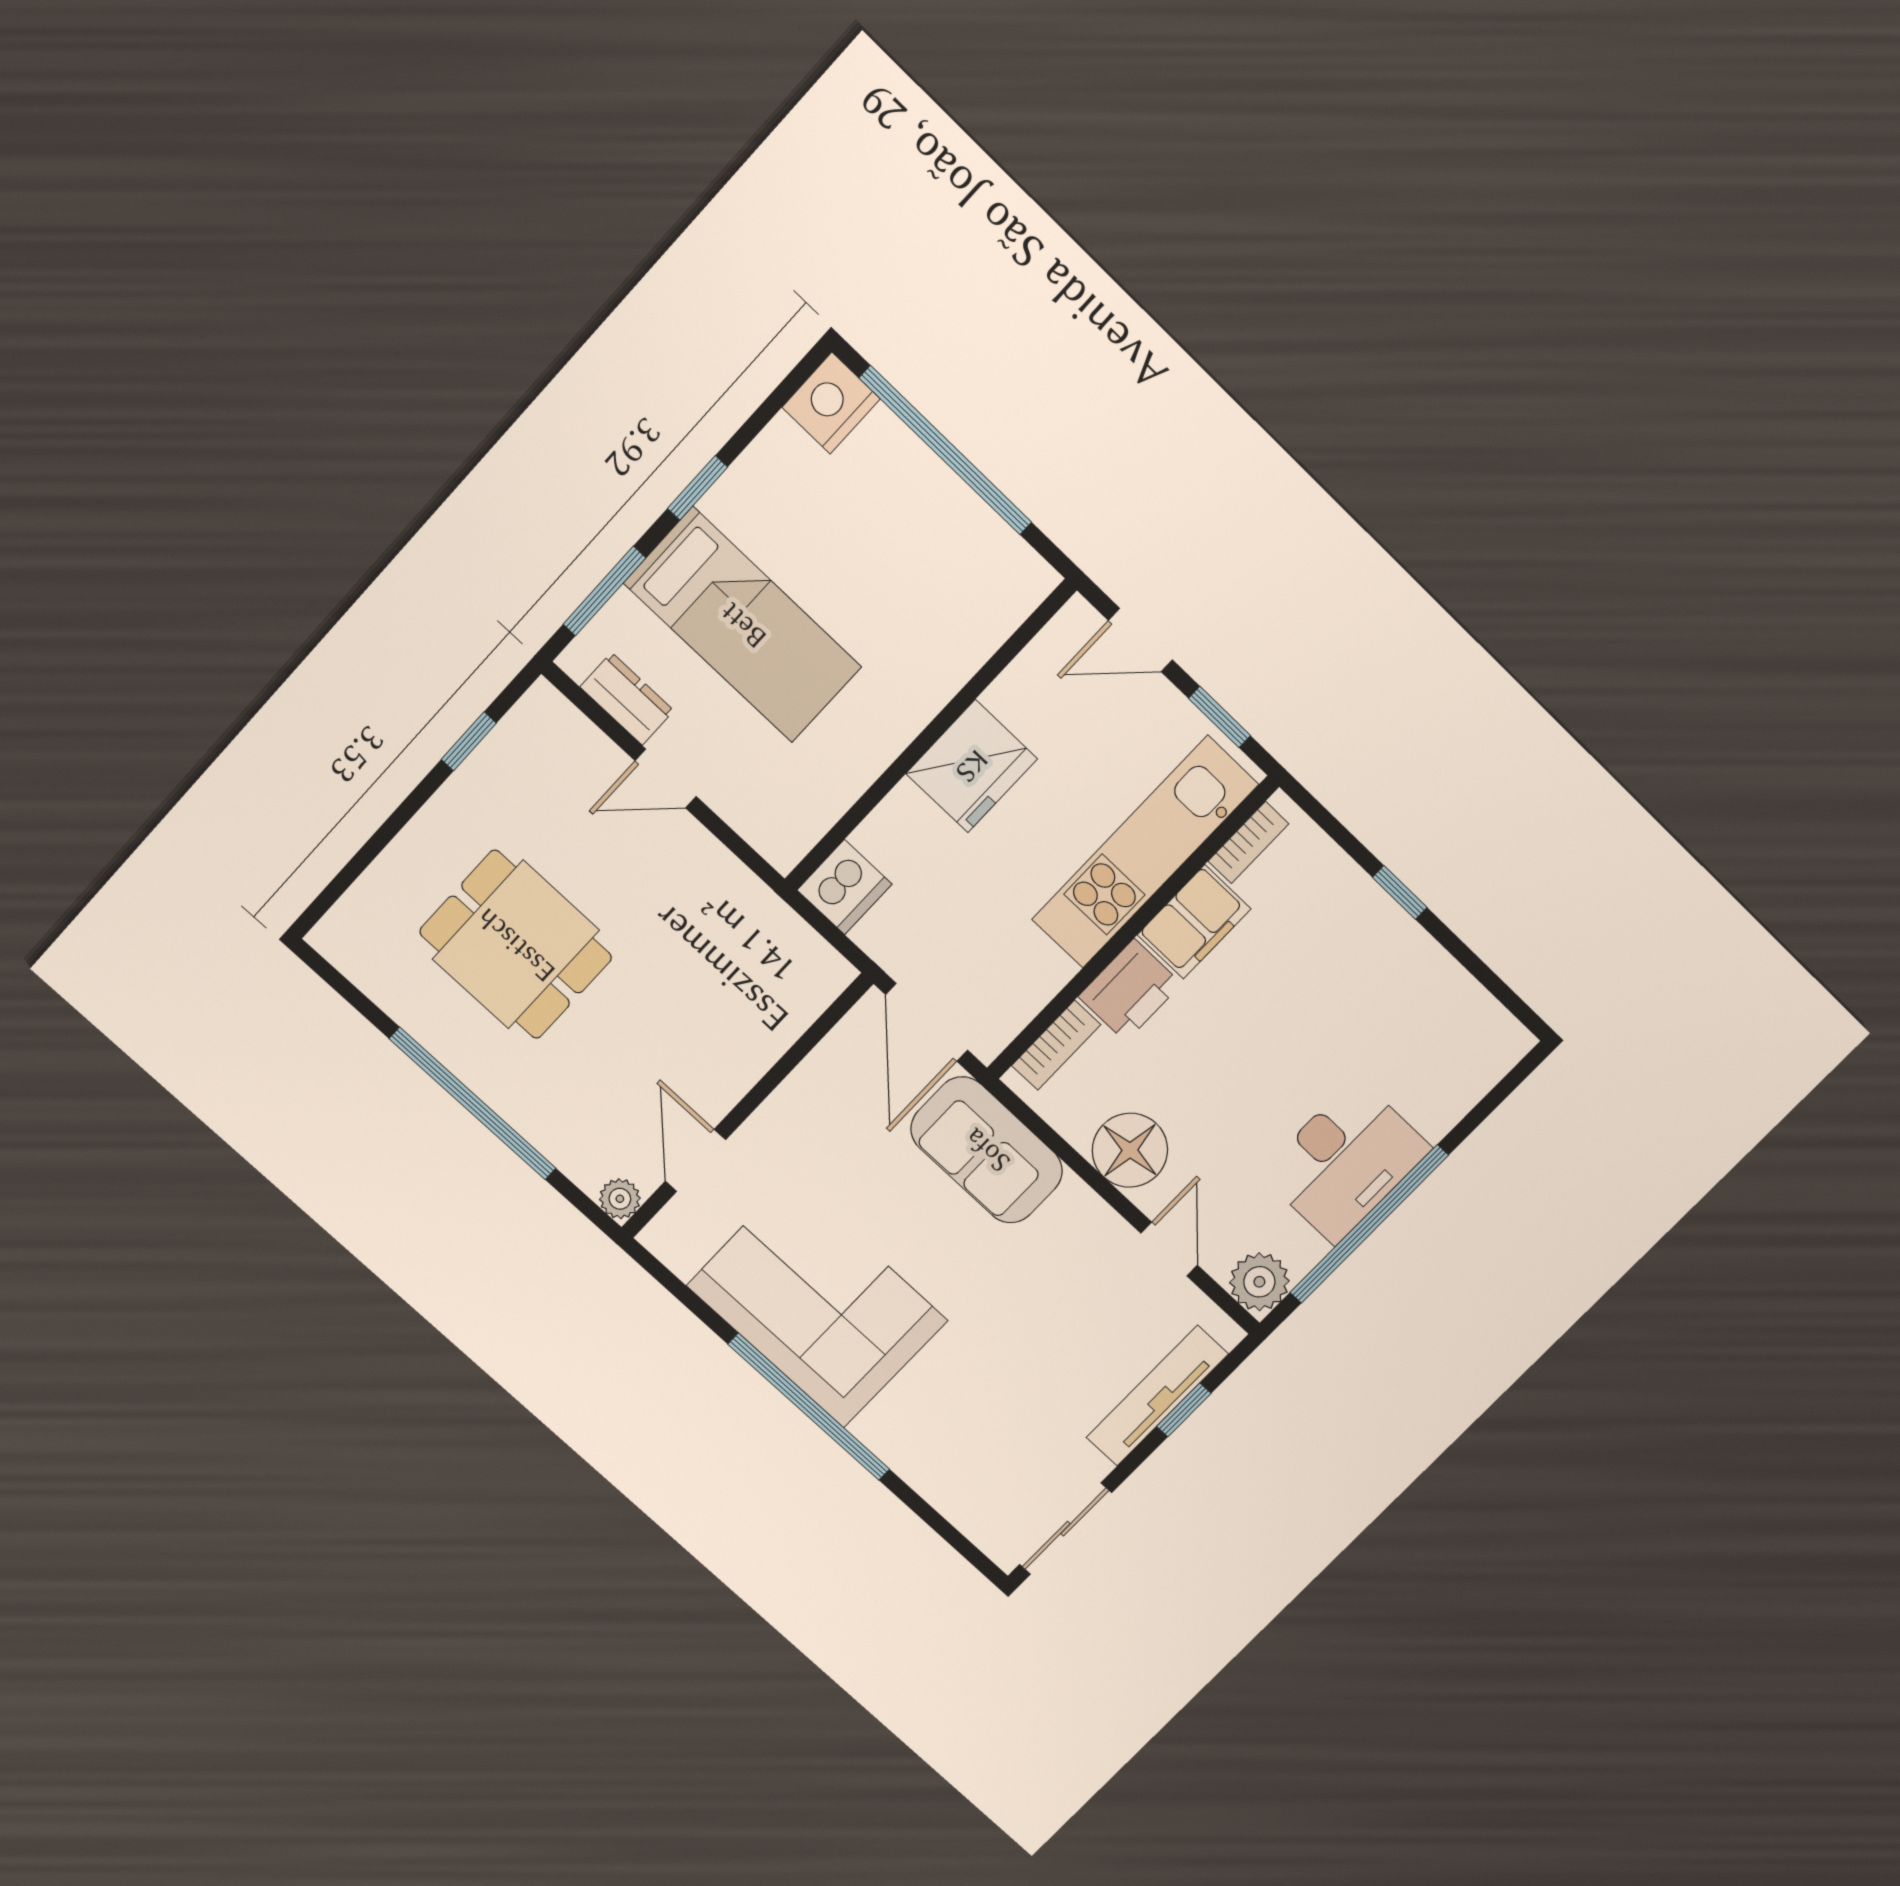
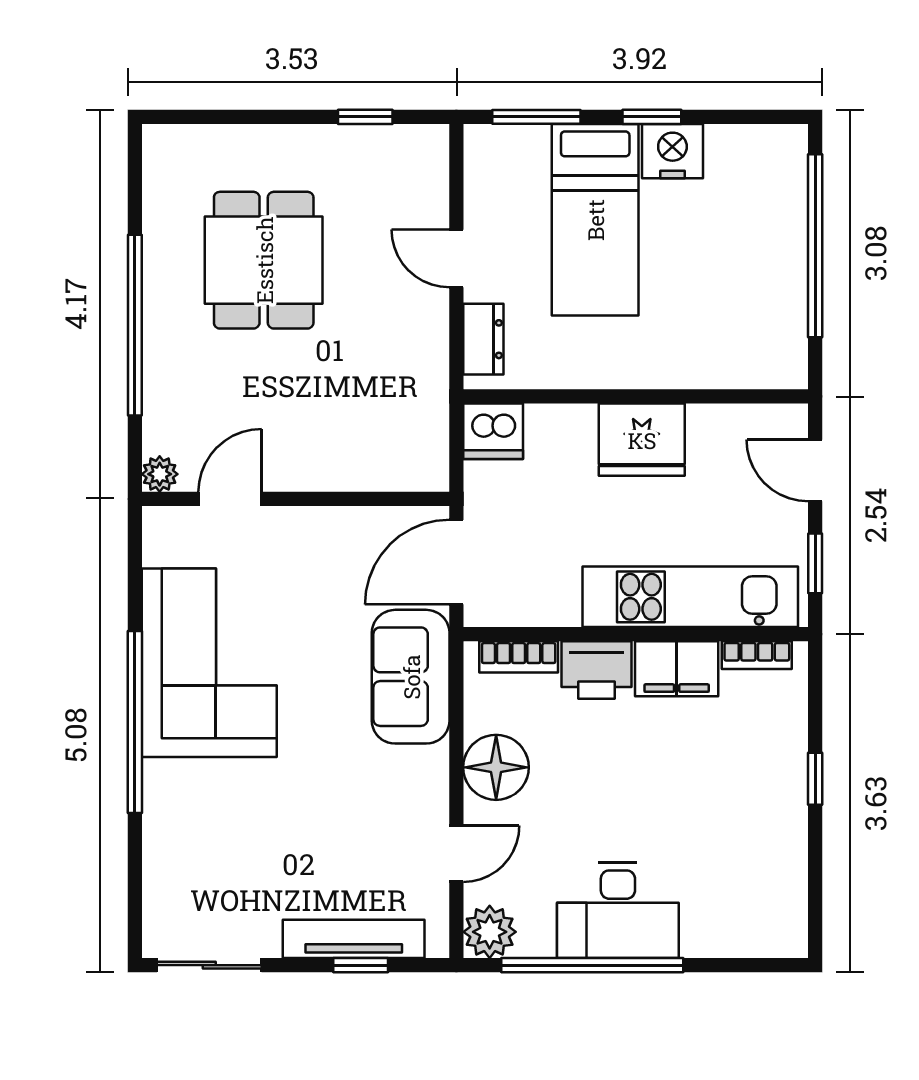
nightstand: (831, 403) -> (672, 151), moved
dresser: (627, 699) -> (483, 339), moved

